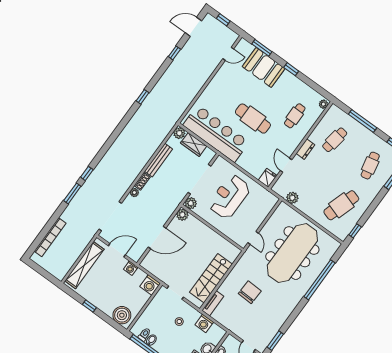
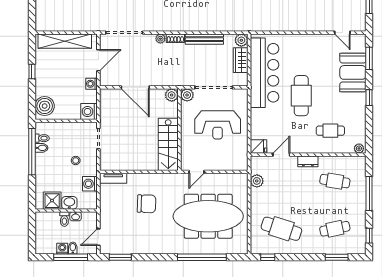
reception desk: (229, 197) -> (218, 125), turned 180
door: (117, 250) -> (98, 60), hinge flipped
stairs: (211, 278) -> (168, 144), moved, turned -90

